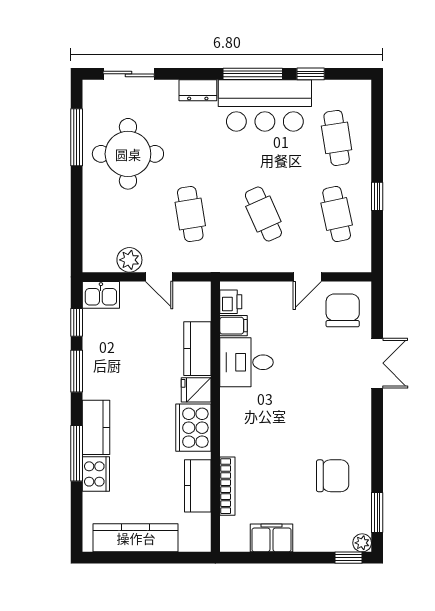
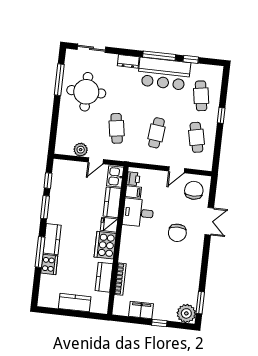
window: (377, 196) -> (221, 115), moved
cafe table: (263, 214) -> (157, 133), turned 30
door: (159, 277) -> (96, 161), hinge flipped
kitchen sink: (101, 295) -> (115, 176), moved, turned 90
chair: (333, 476) -> (177, 233), moved, turned 90
kitchen counter: (136, 538) -> (75, 303), width x0.67
plant: (362, 543) -> (186, 313), width x1.87, depth x1.87
window: (349, 558) -> (159, 323), moved

